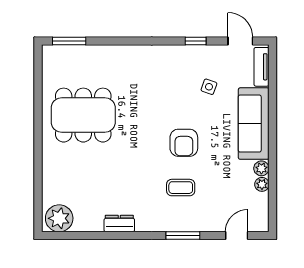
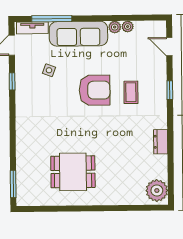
window: (273, 91) -> (52, 19), added
dining table: (83, 115) -> (73, 172), width x0.73
armchair: (184, 143) -> (95, 90), width x1.36, depth x1.36
window: (183, 236) -> (170, 90), width x0.67

